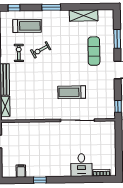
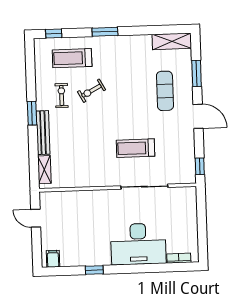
shelving: (84, 15) -> (172, 41), moved
treadmill: (27, 26) -> (72, 58), turned 180
desk: (81, 165) -> (138, 244), width x1.87, depth x1.30
filing cabinet: (21, 171) -> (53, 259), moved

